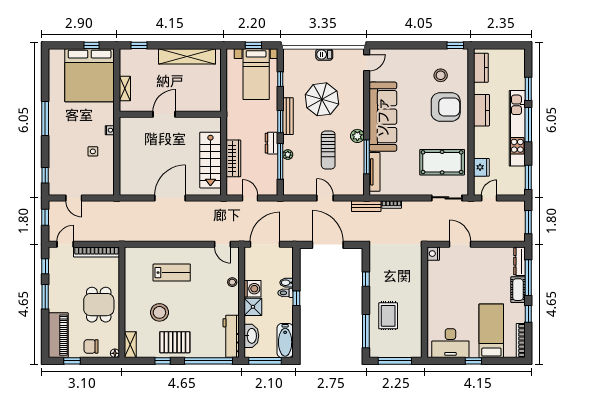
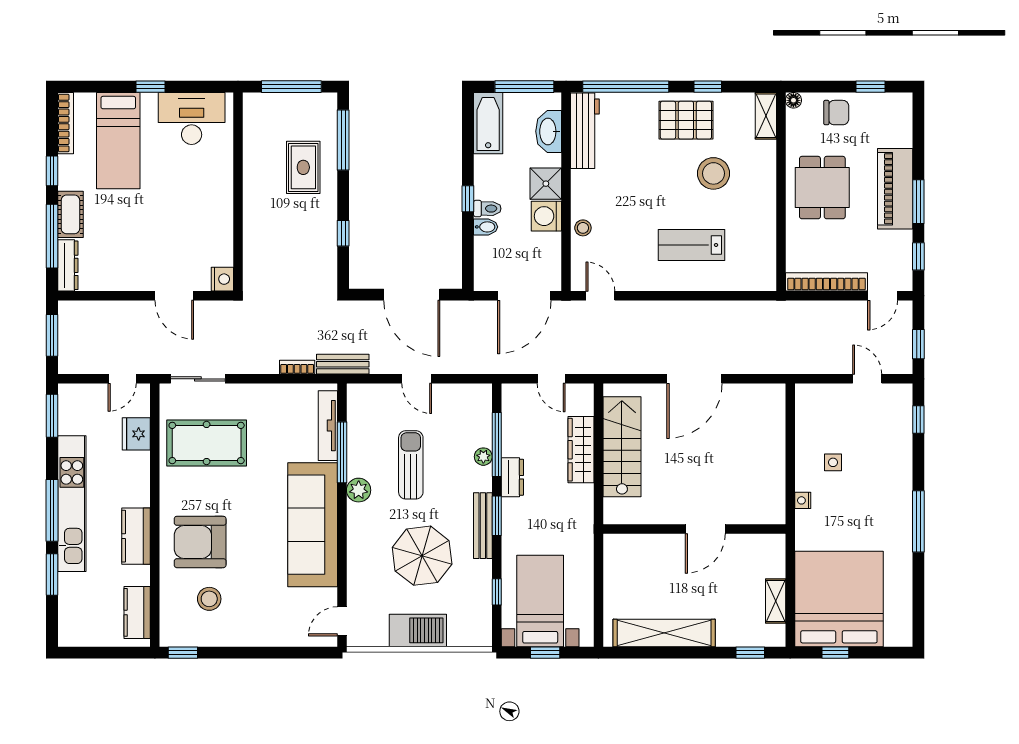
barbecue: (324, 54) -> (418, 630), width x1.88, depth x1.53
shelving: (125, 89) -> (776, 601), moved
piano: (58, 335) -> (895, 189), moved

